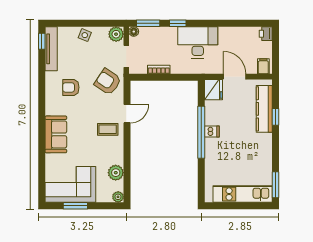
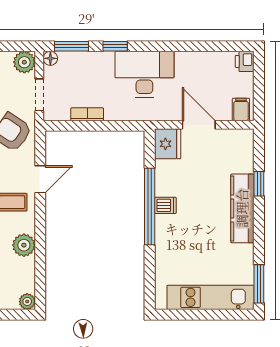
kitchen counter: (264, 109) -> (242, 208), moved
plant: (116, 173) -> (24, 245), moved

